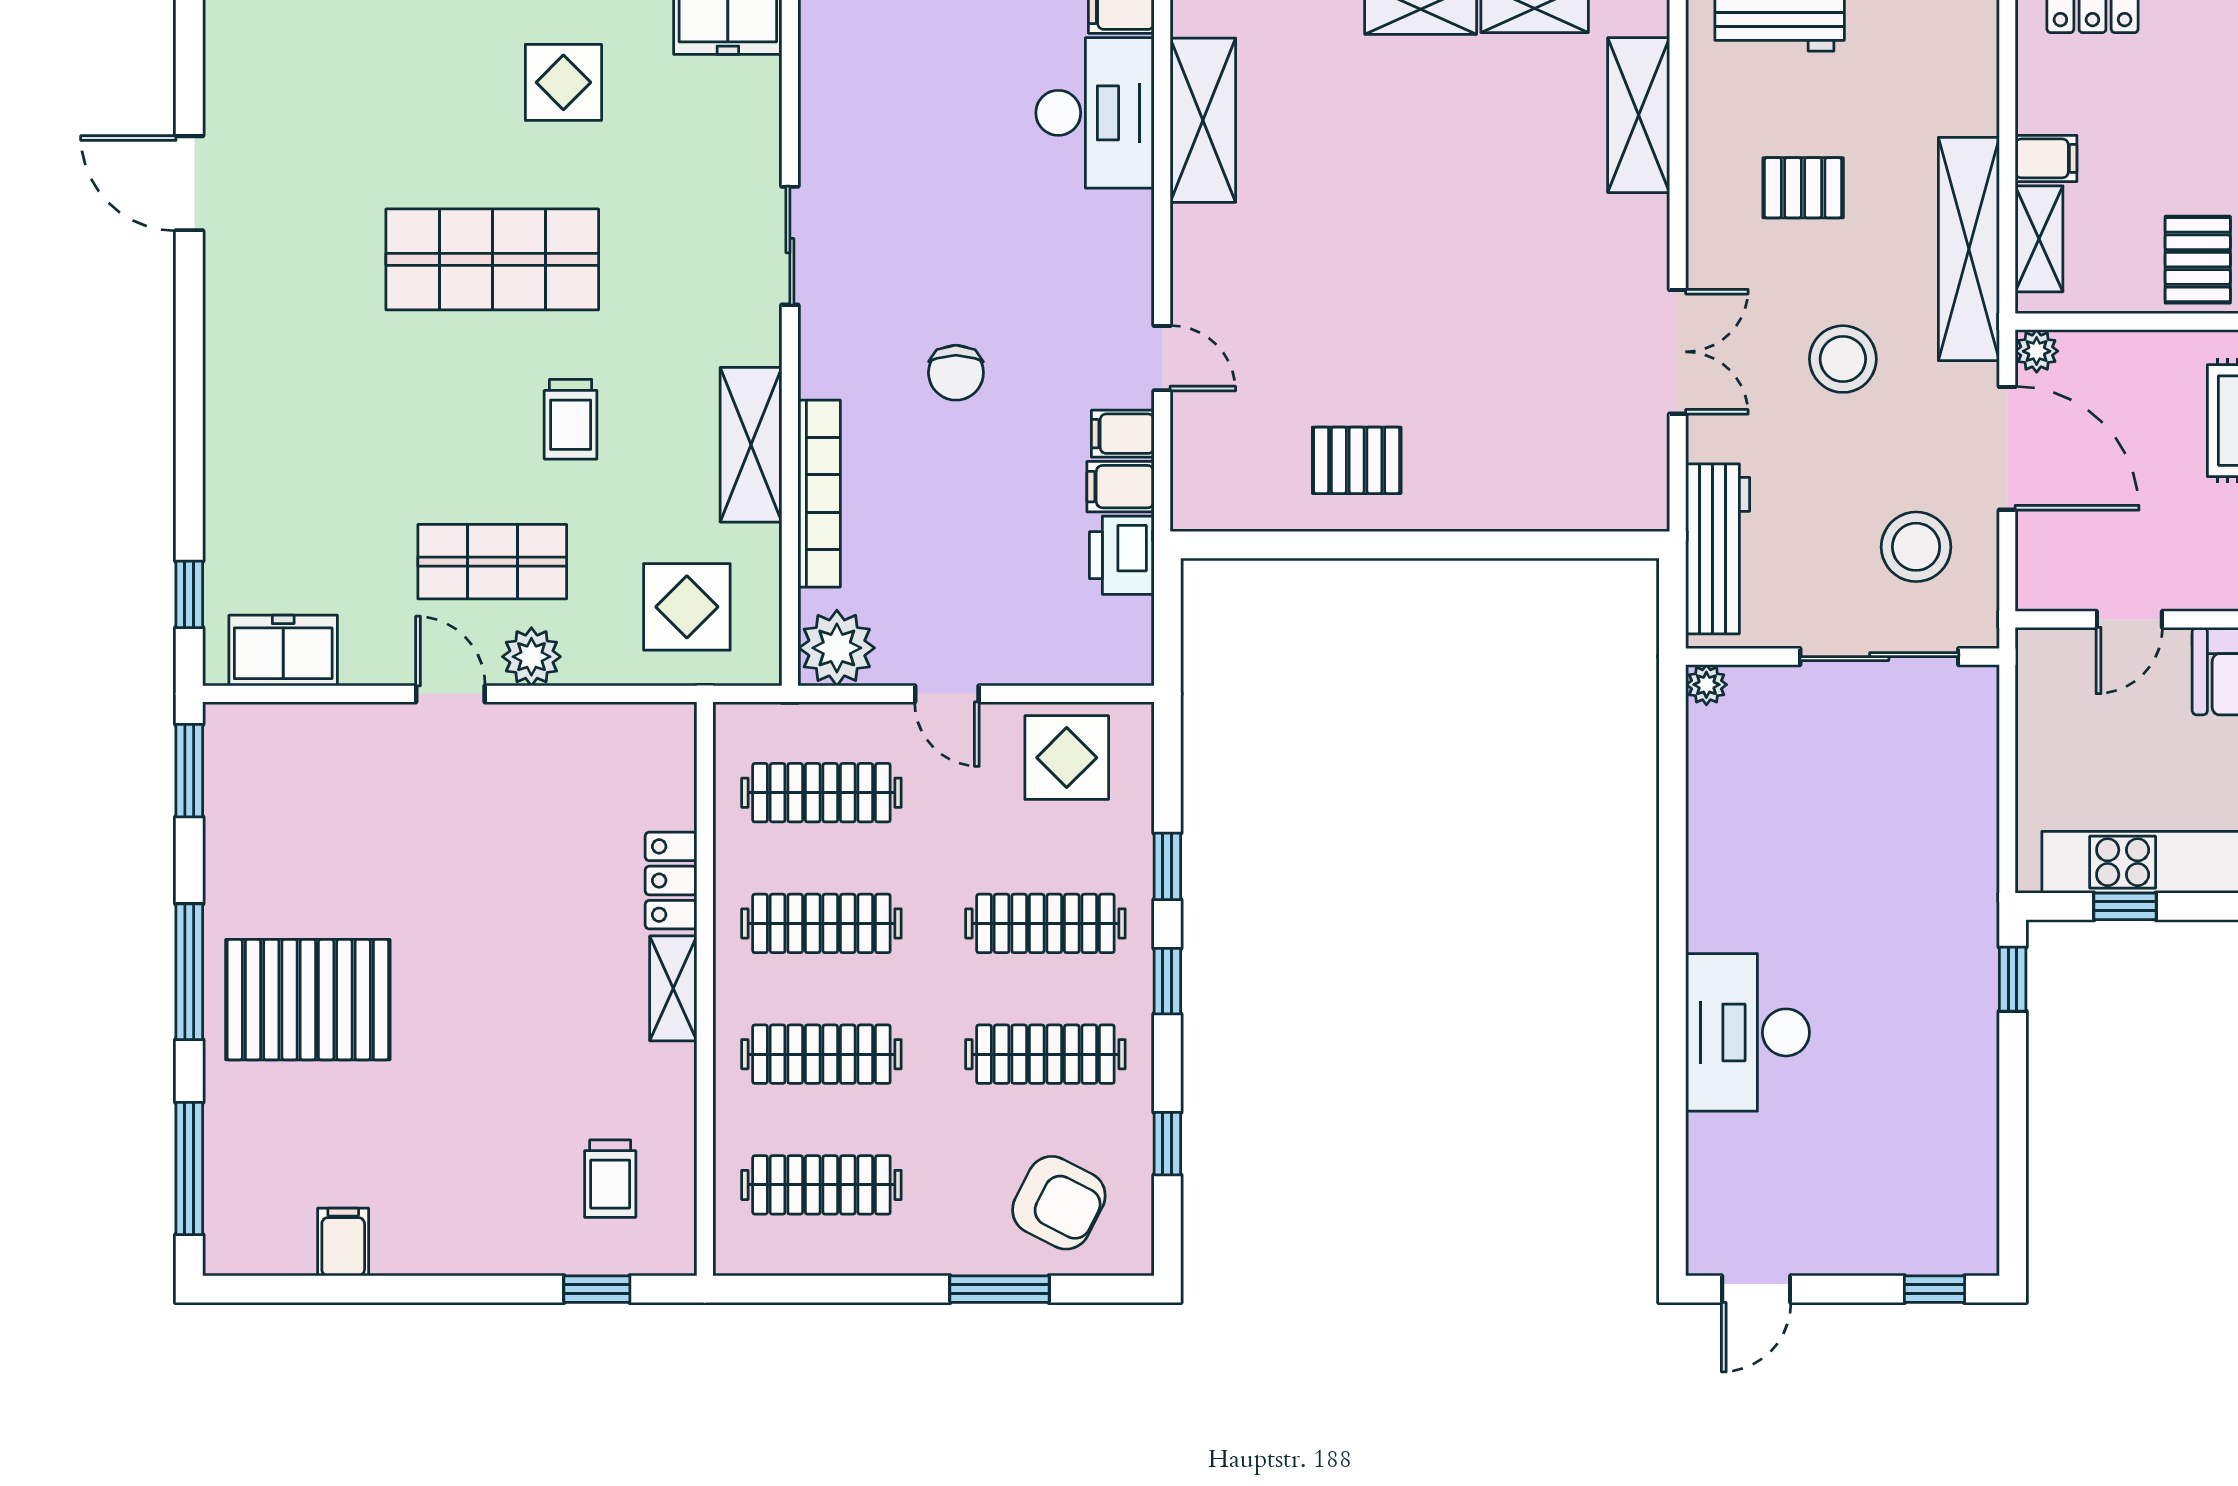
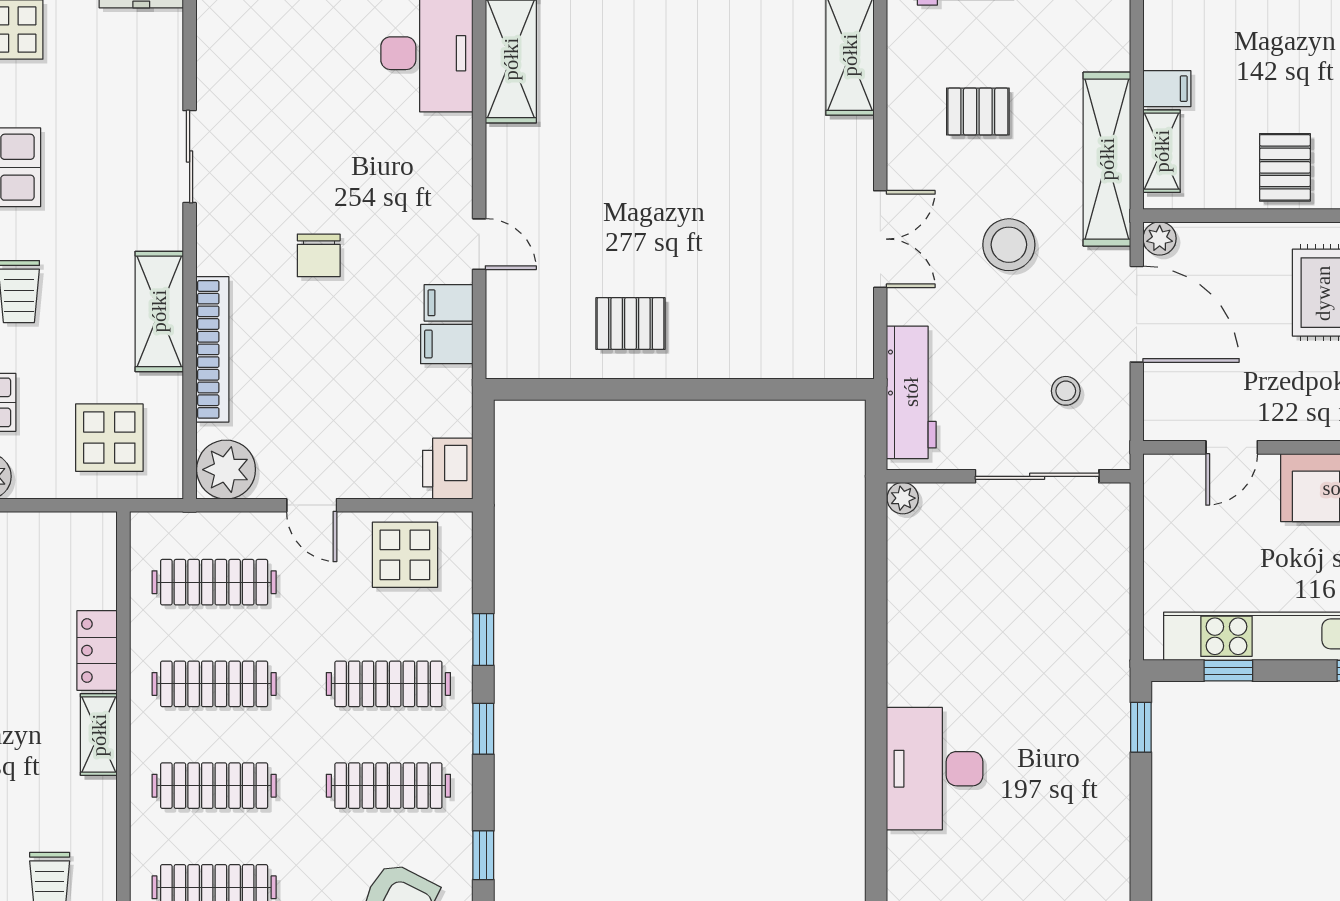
stool: (1916, 547) -> (1066, 391), width x0.53, depth x0.53
printer: (1122, 555) -> (448, 469), moved

